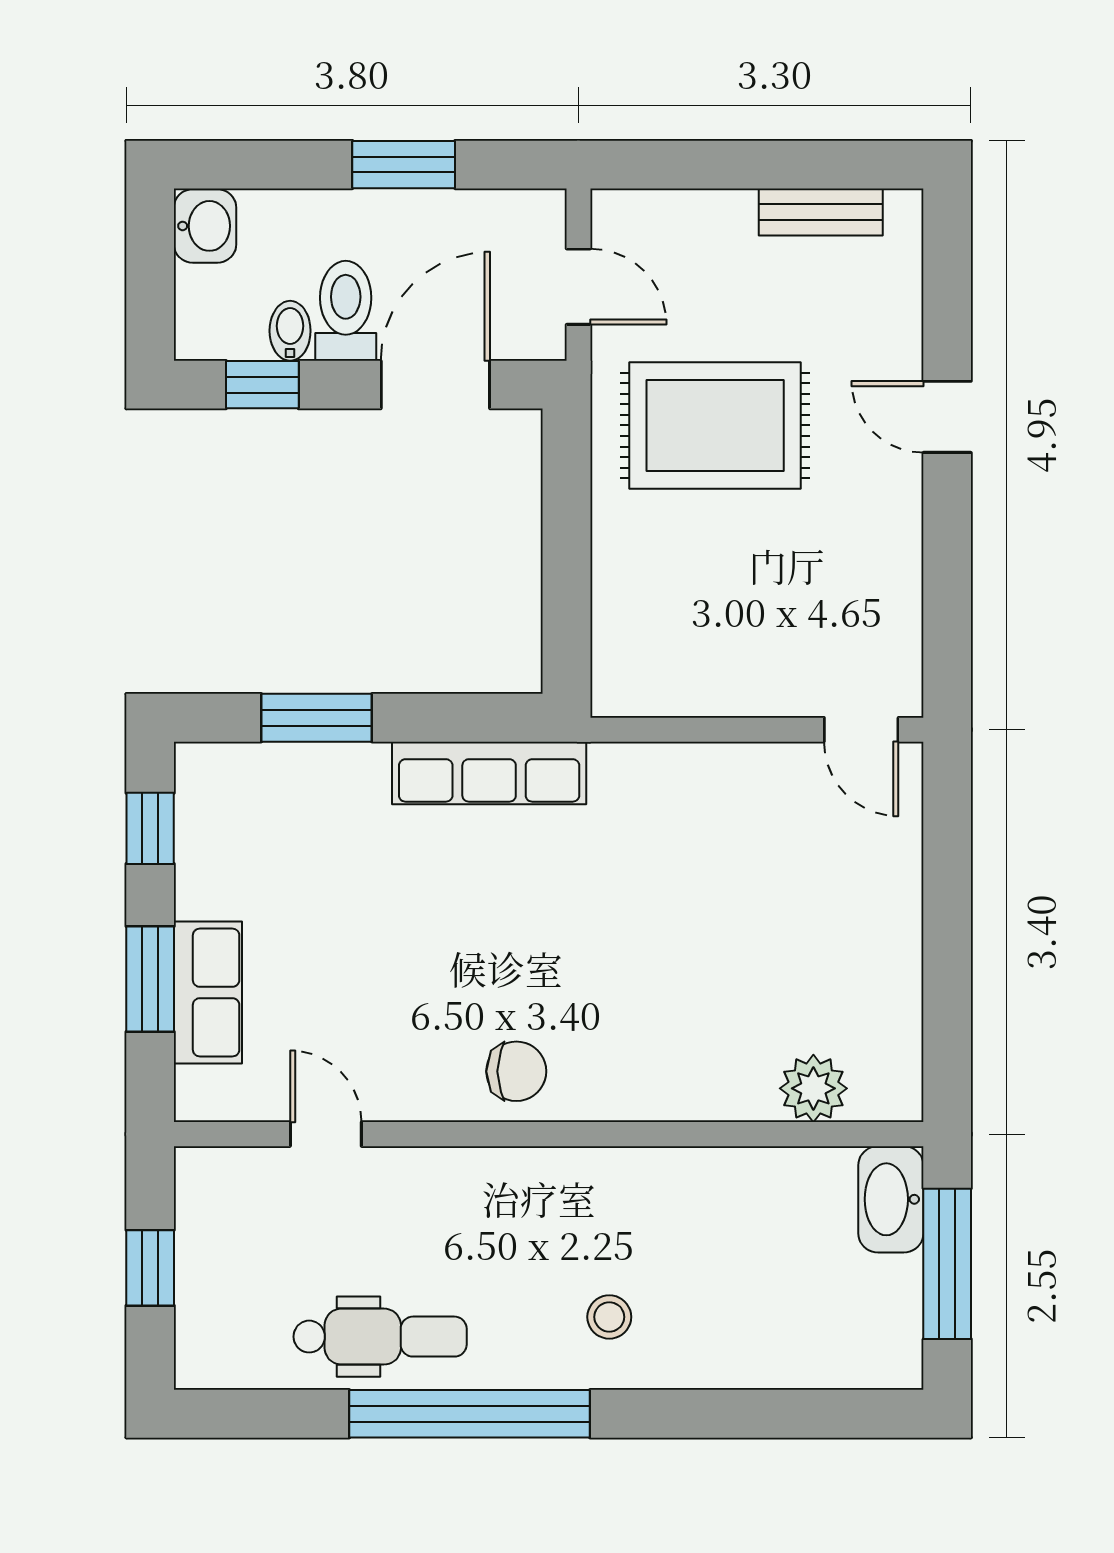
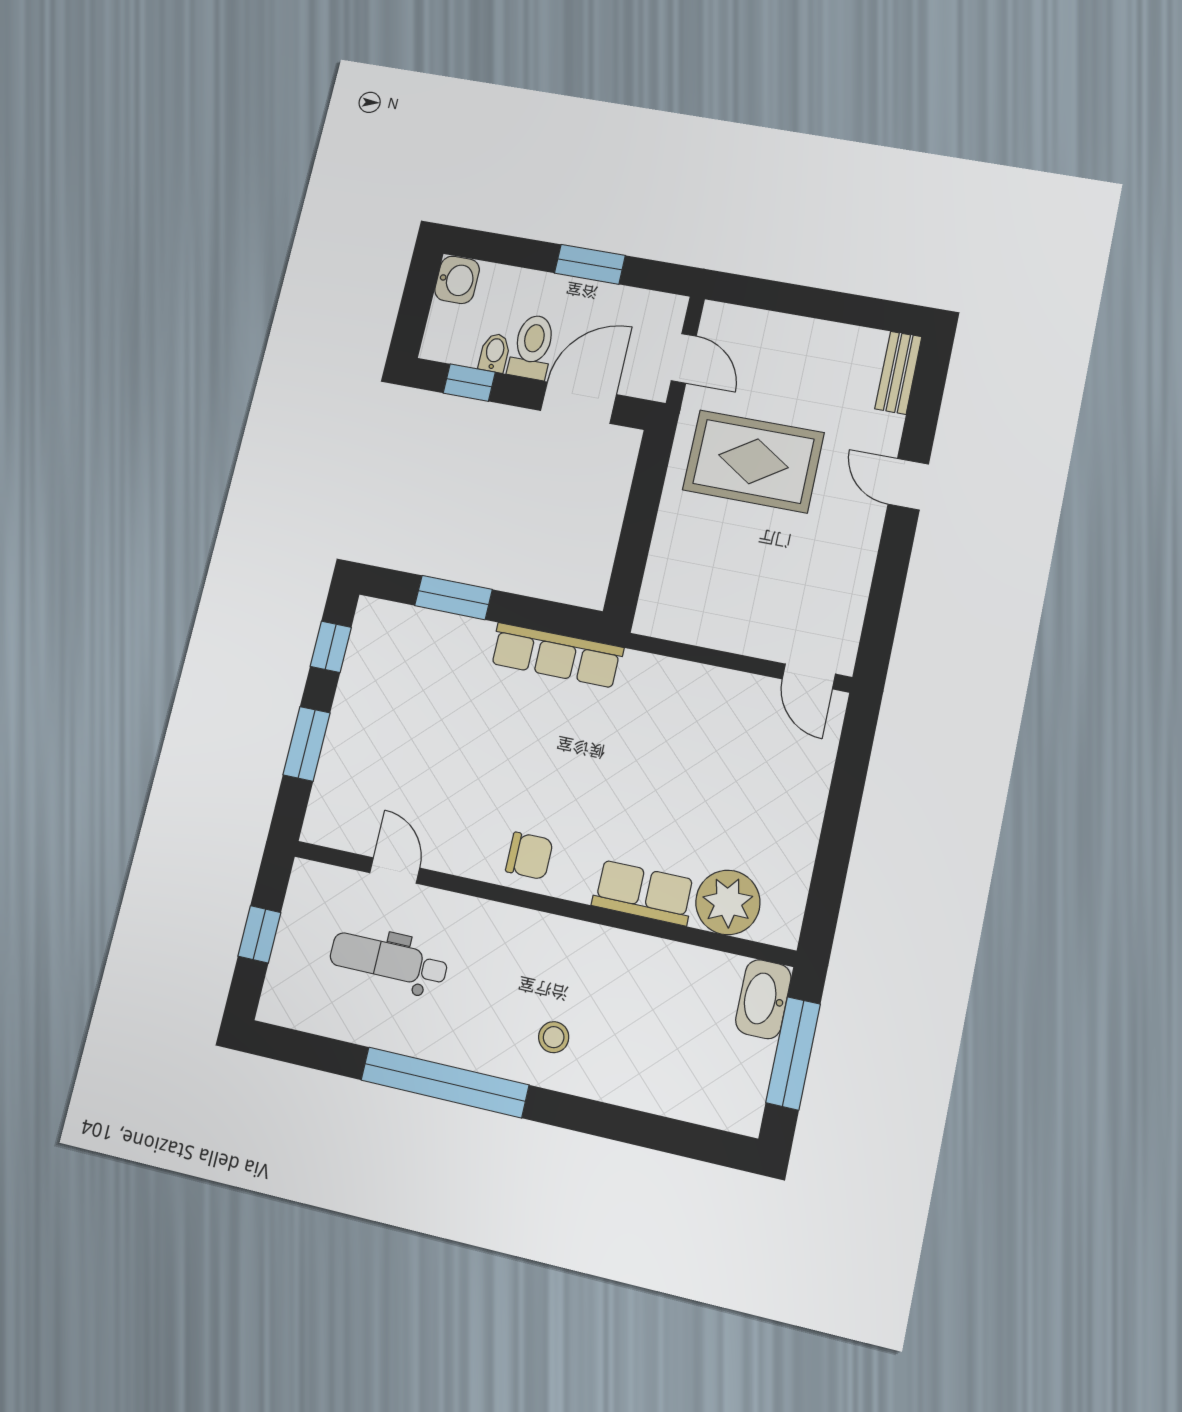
bench: (821, 212) -> (898, 373), moved, turned 90
row of seats: (208, 993) -> (644, 893), moved, turned -90
plant: (813, 1088) -> (728, 902), width x1.36, depth x1.36
dental chair: (380, 1337) -> (389, 960), moved, turned 180

